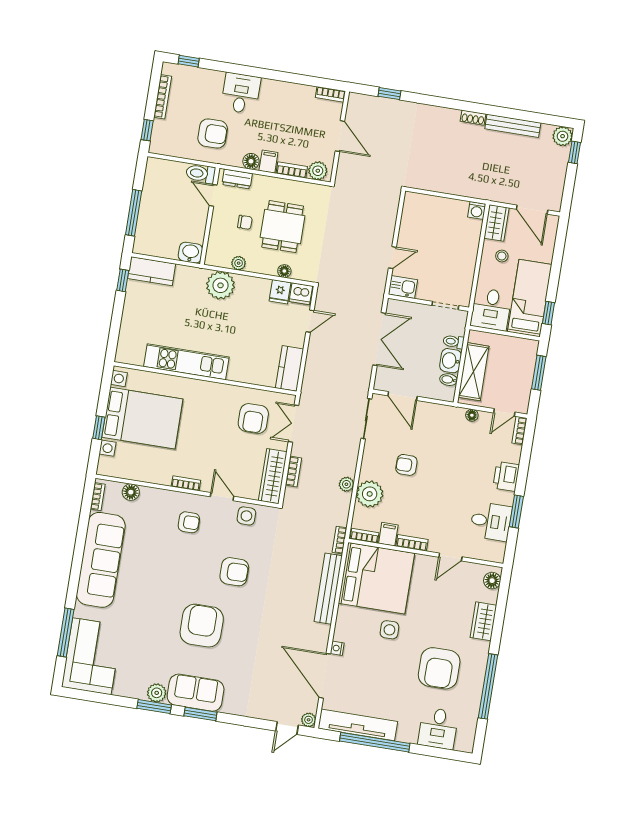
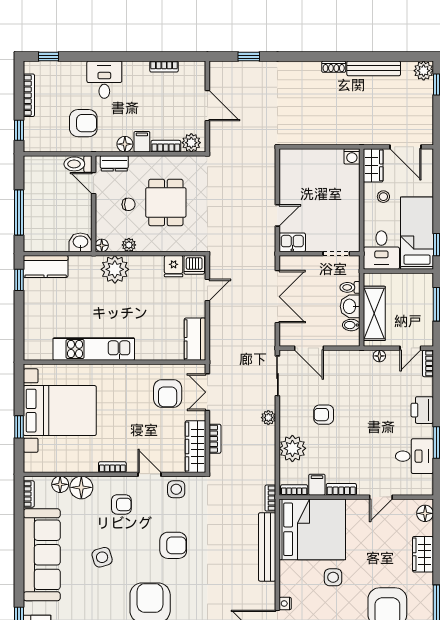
bookcase: (330, 94) -> (164, 67), moved
floor lamp: (284, 271) -> (102, 245), moved
plant: (346, 484) -> (268, 418), moved
floor lamp: (151, 499) -> (81, 487), added
side table: (161, 572) -> (102, 557), added

